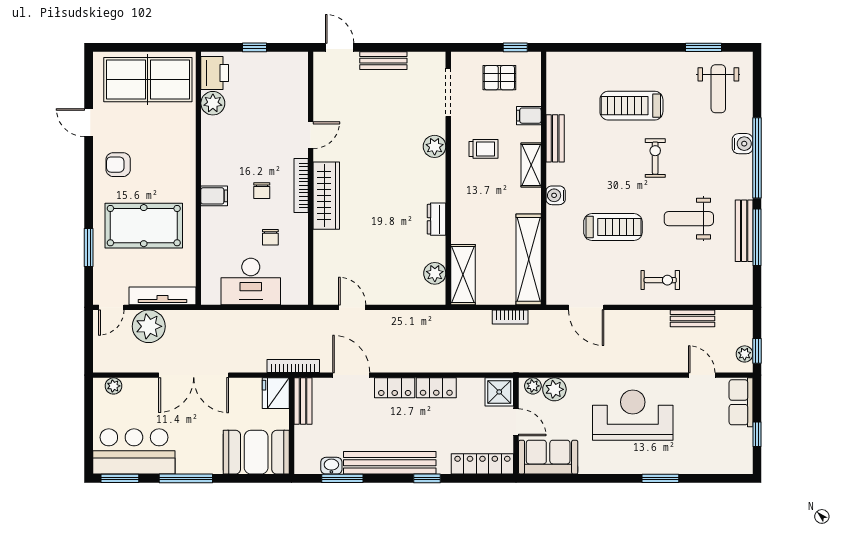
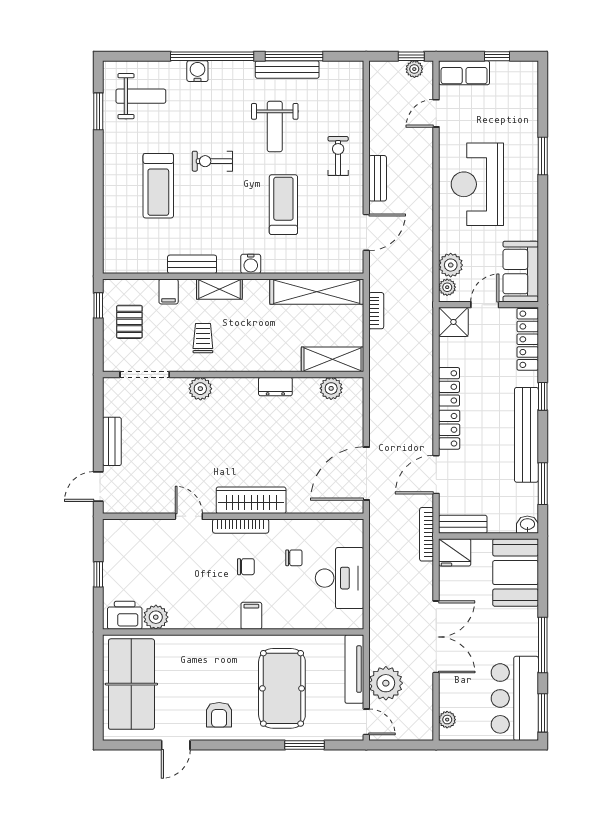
door: (352, 307) -> (366, 474), width x1.87
bench: (692, 318) -> (378, 178), moved
washbasin: (331, 466) -> (527, 525), moved, turned 90

